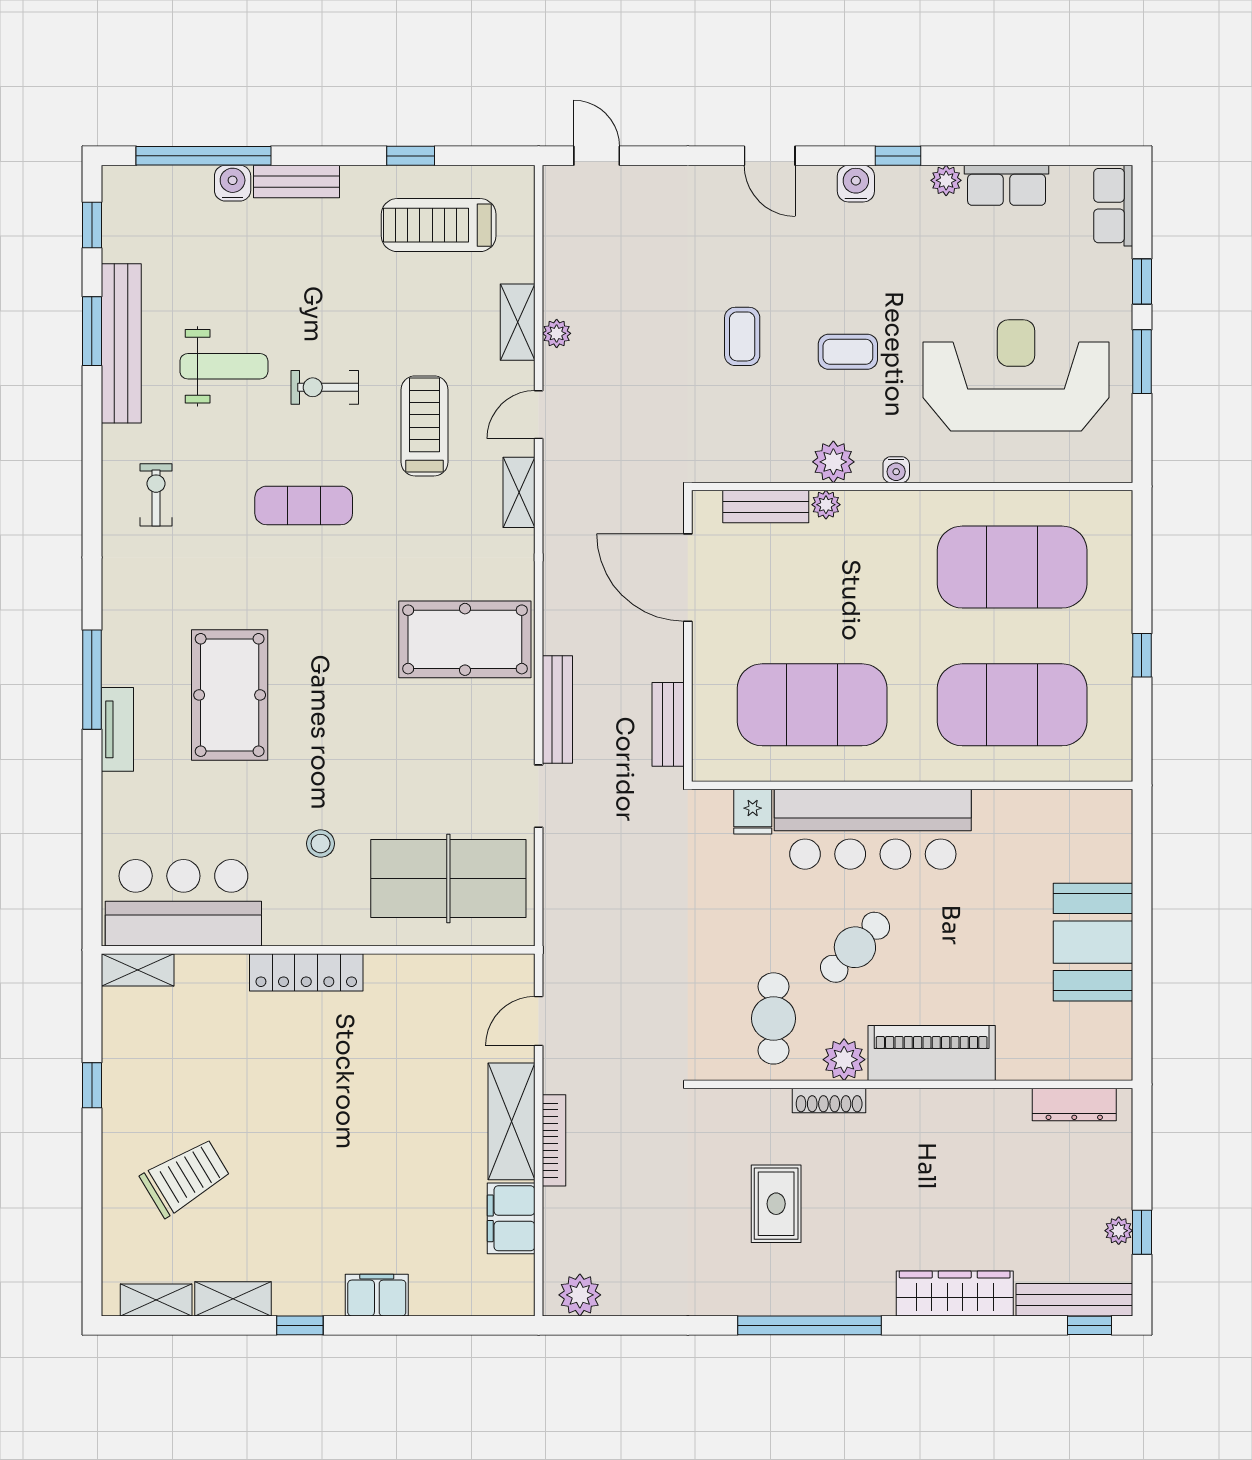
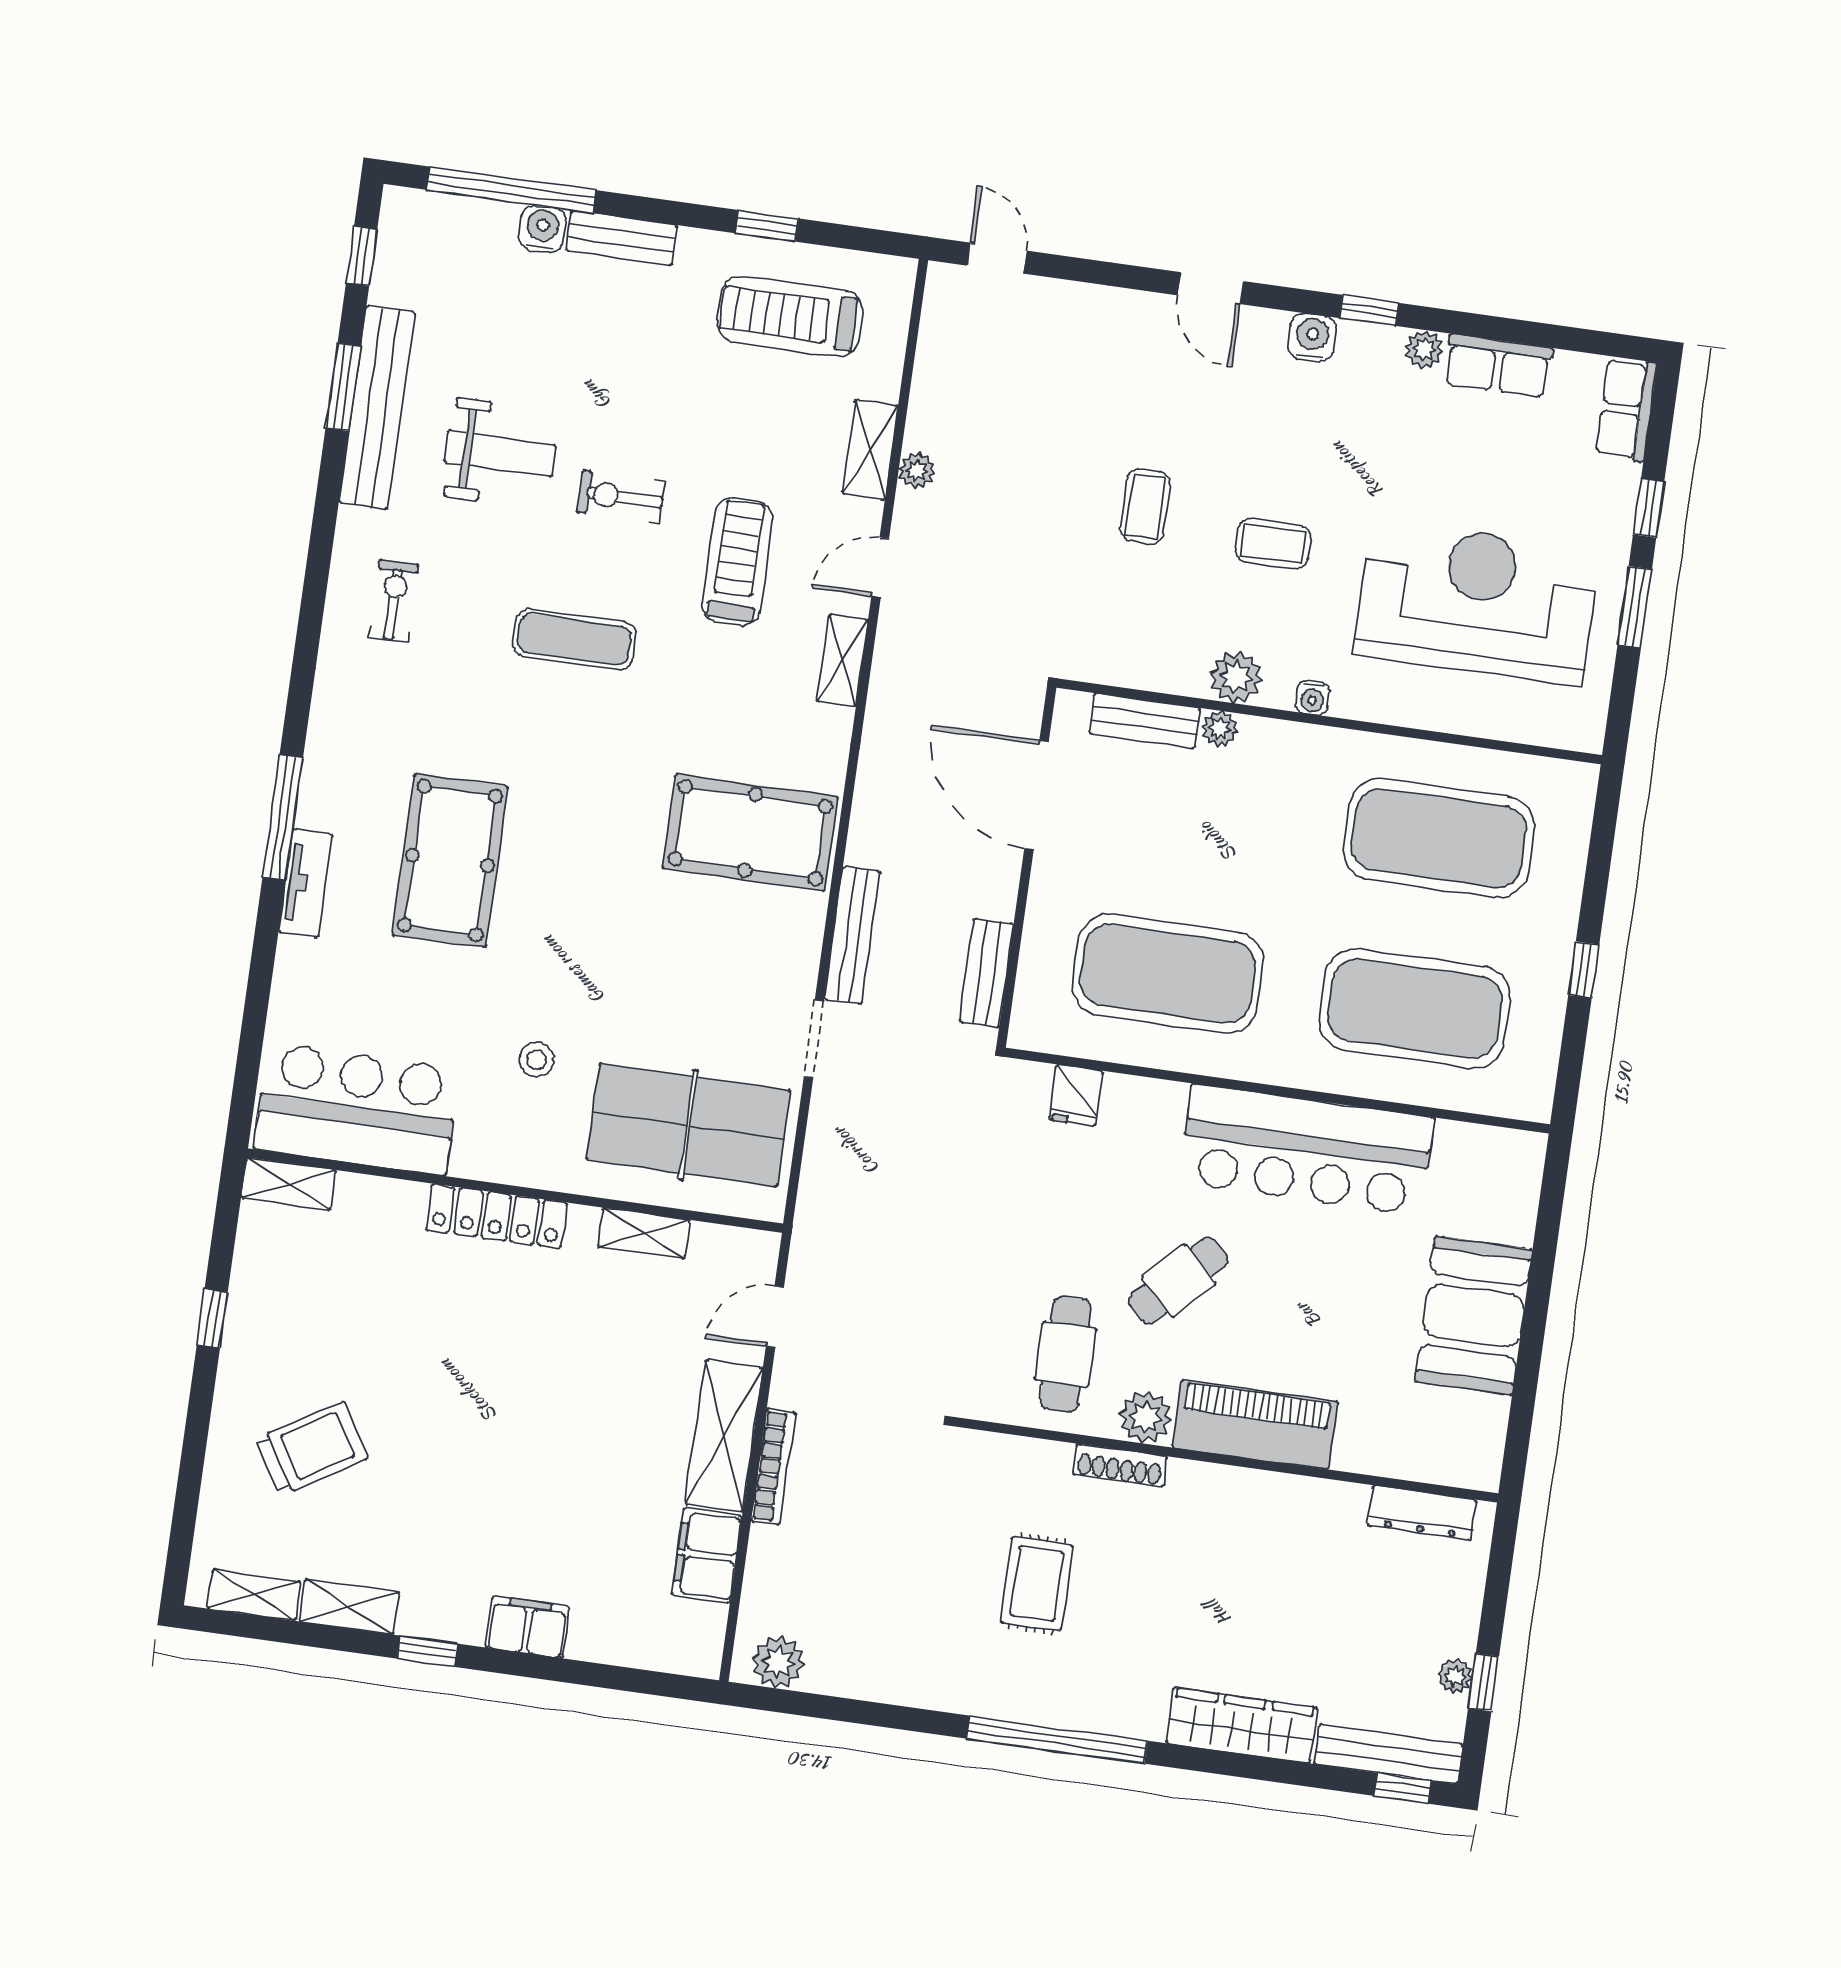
bar counter: (873, 829) -> (1306, 1150), moved
shelving: (425, 969) -> (644, 1233), added

